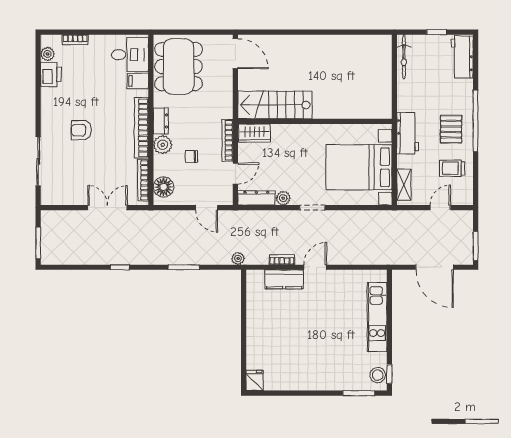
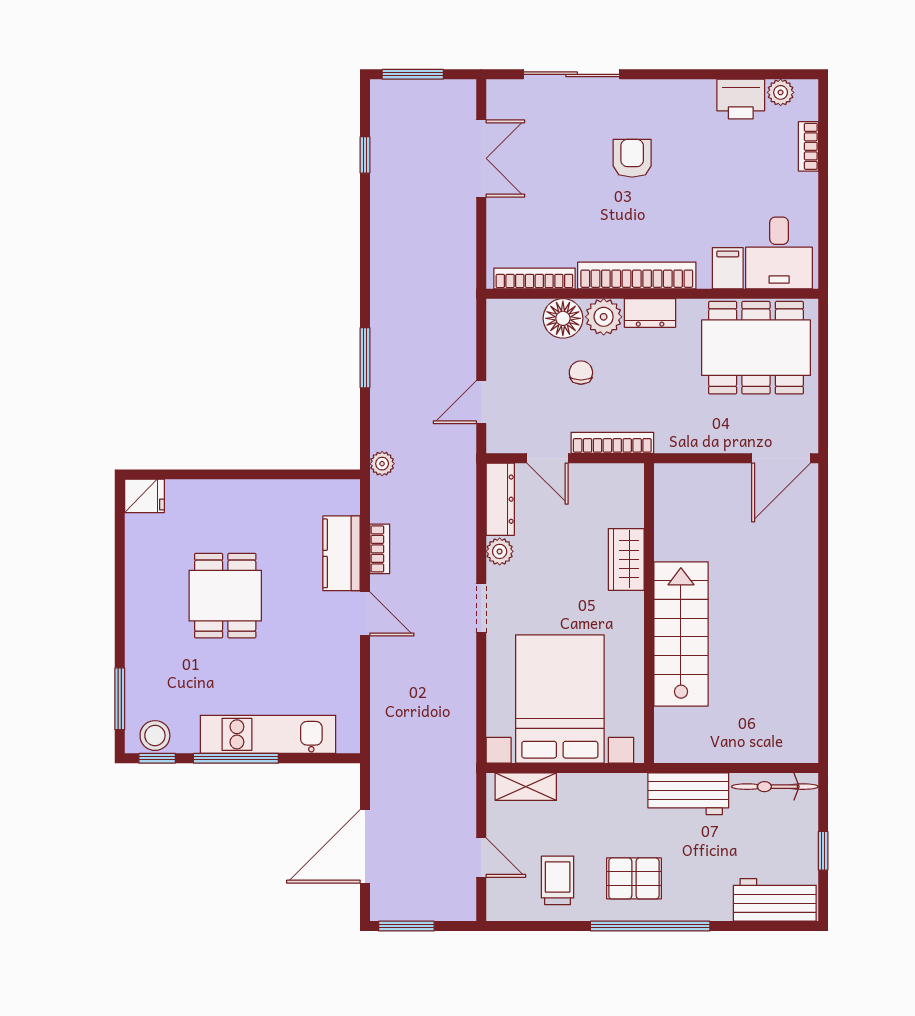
stairs: (275, 105) -> (681, 634), moved
wardrobe: (255, 133) -> (626, 559), moved
workbench: (408, 133) -> (688, 794), moved
floor lamp: (164, 187) -> (563, 318), moved
double door: (107, 208) -> (481, 158), moved
window: (120, 267) -> (365, 155), moved
window: (389, 334) -> (236, 758), added
dining table: (306, 339) -> (225, 596), added

